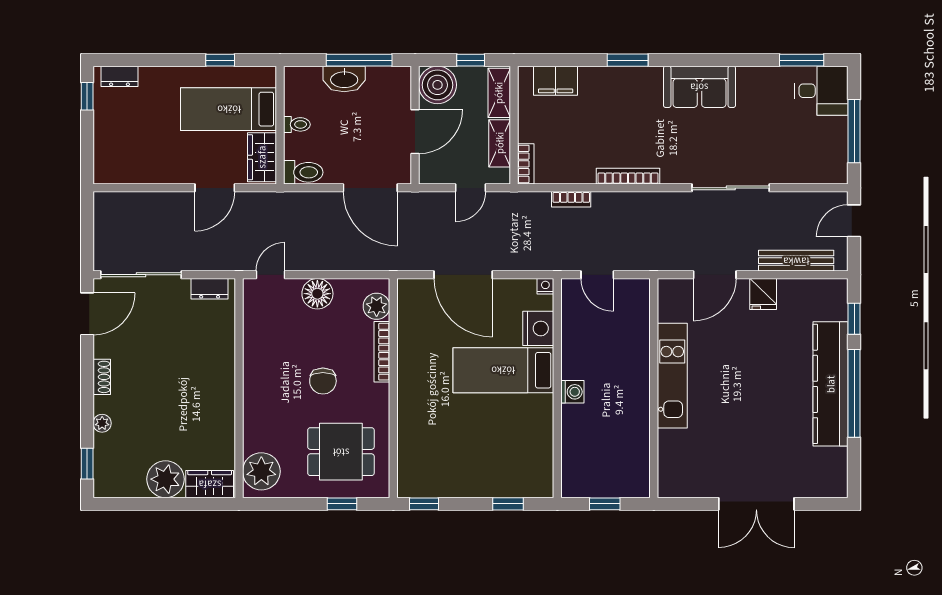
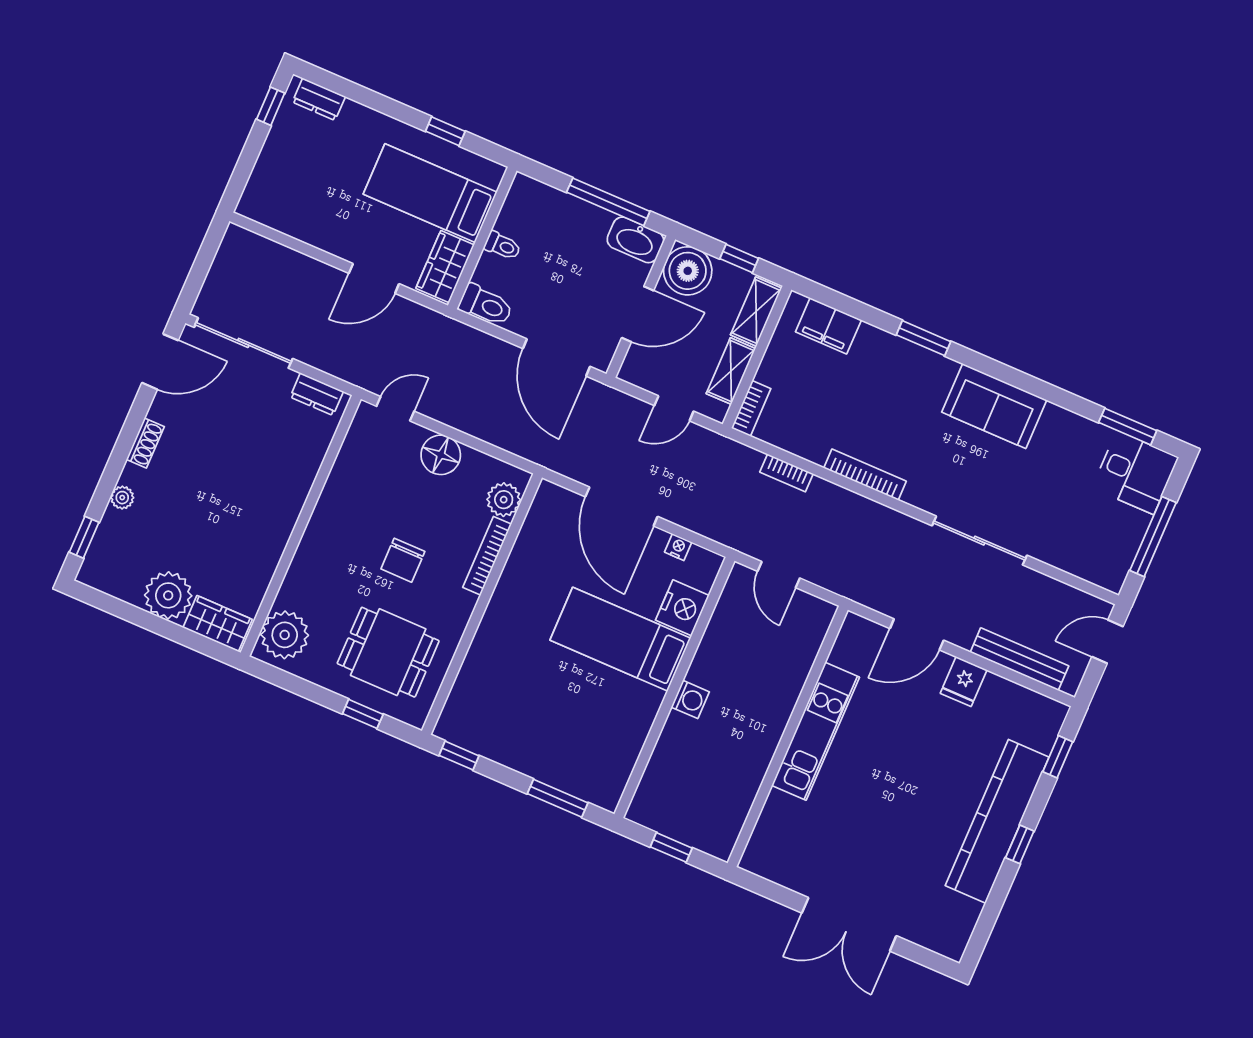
washbasin: (344, 79) -> (635, 240), moved
nightstand: (545, 286) -> (678, 547), moved
window: (854, 393) -> (1020, 844), width x0.32
window: (508, 504) -> (558, 798), width x1.50

